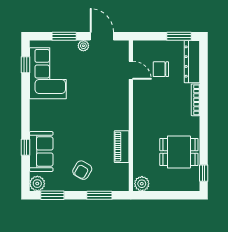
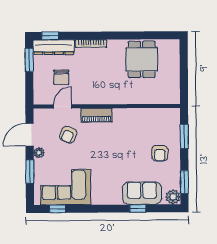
armchair: (102, 76) -> (68, 135), added
piano: (122, 147) -> (97, 115), moved
armchair: (82, 170) -> (160, 153), turned 60
window: (204, 173) -> (50, 36), moved
plant: (142, 184) -> (173, 95), removed

